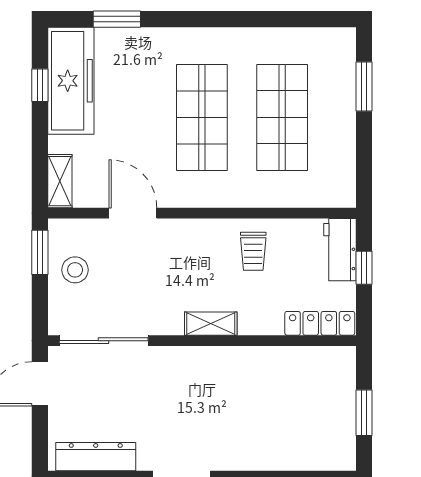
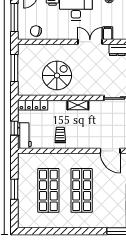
window: (364, 87) -> (14, 189), moved
spiral stairs: (261, 395) -> (57, 75), added
window: (364, 413) -> (14, 68), width x1.44

